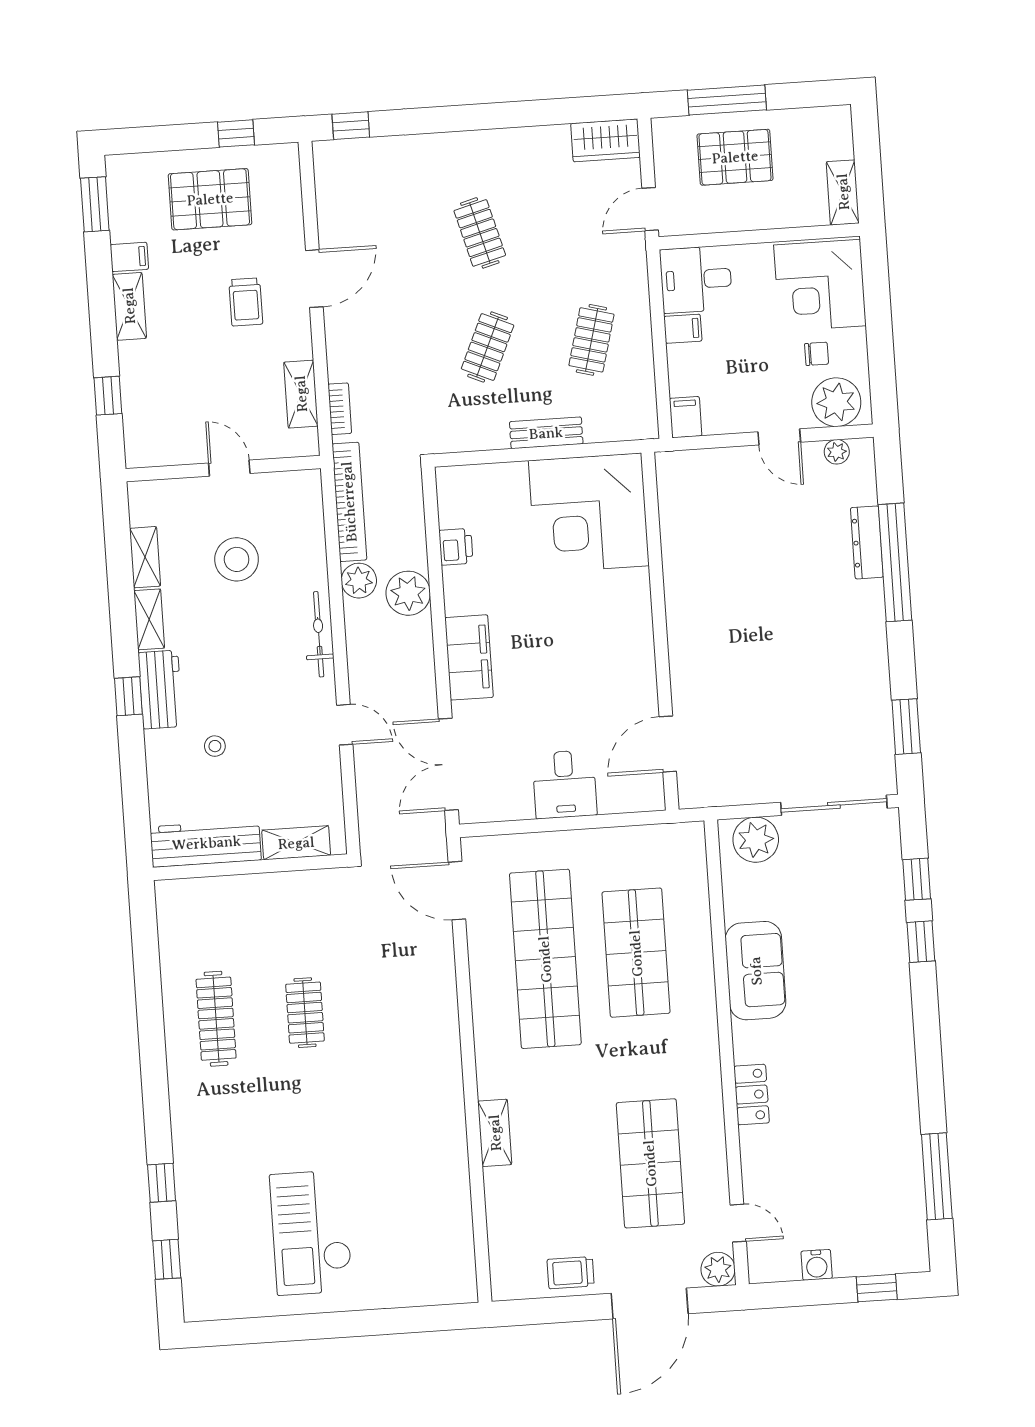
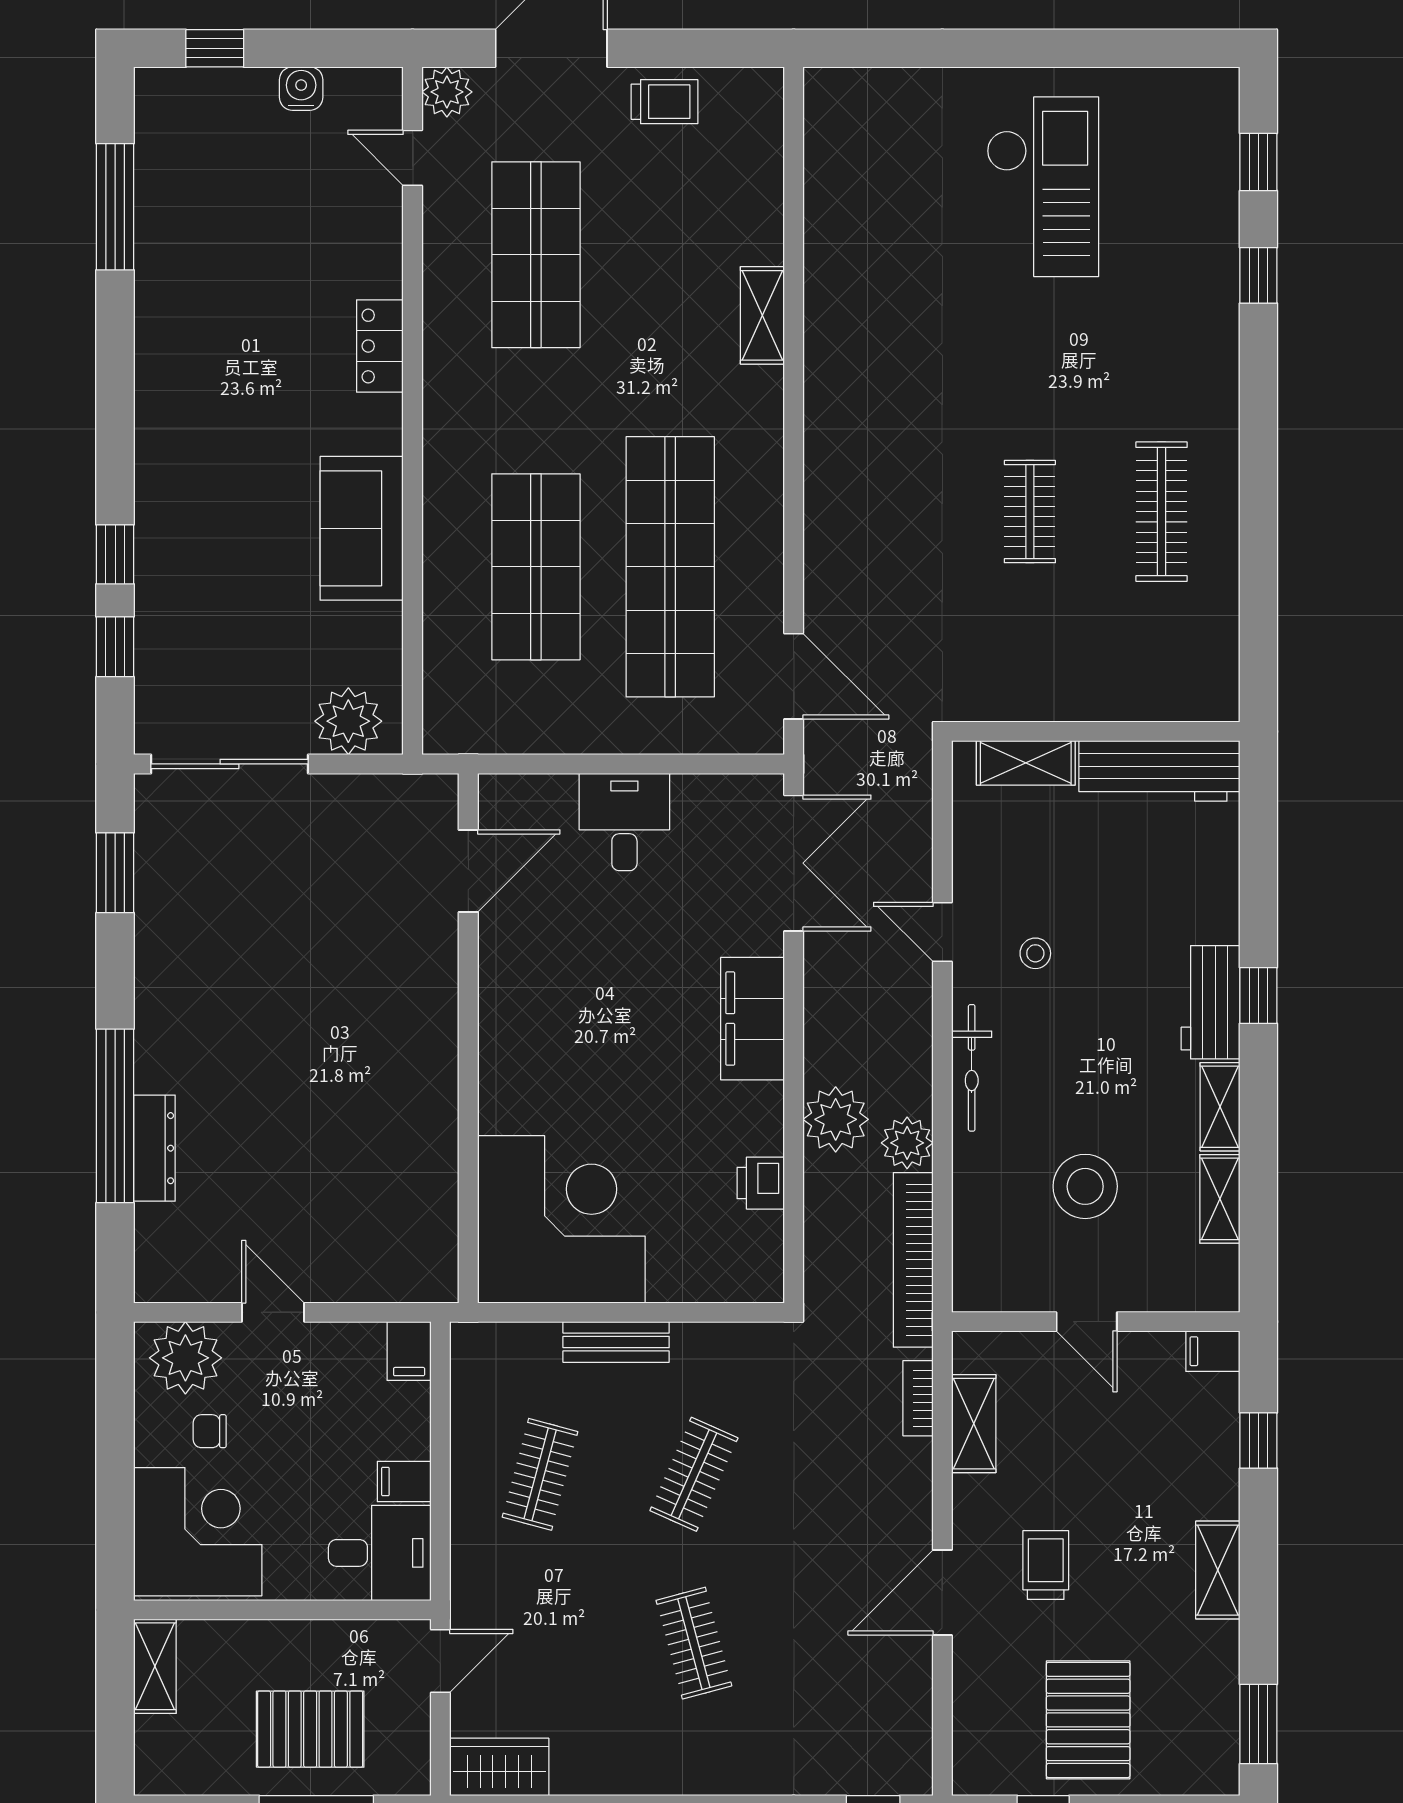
pallet: (210, 199) -> (1088, 1720), turned 90
filing cabinet: (129, 257) -> (1213, 1351), moved
plant: (837, 452) -> (190, 1285), removed
stool: (215, 746) -> (1035, 953), moved

